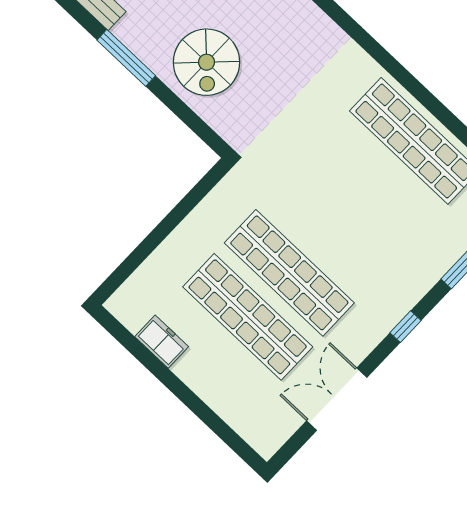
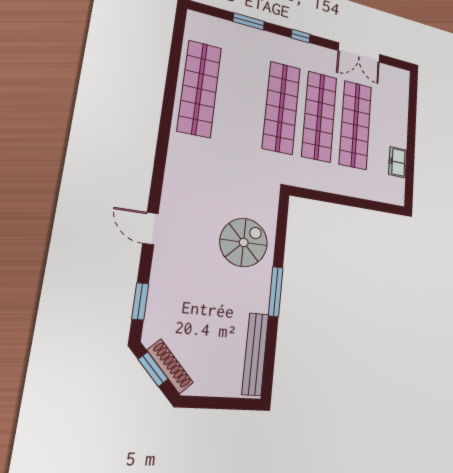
shop shelf: (331, 229) -> (281, 108), added

